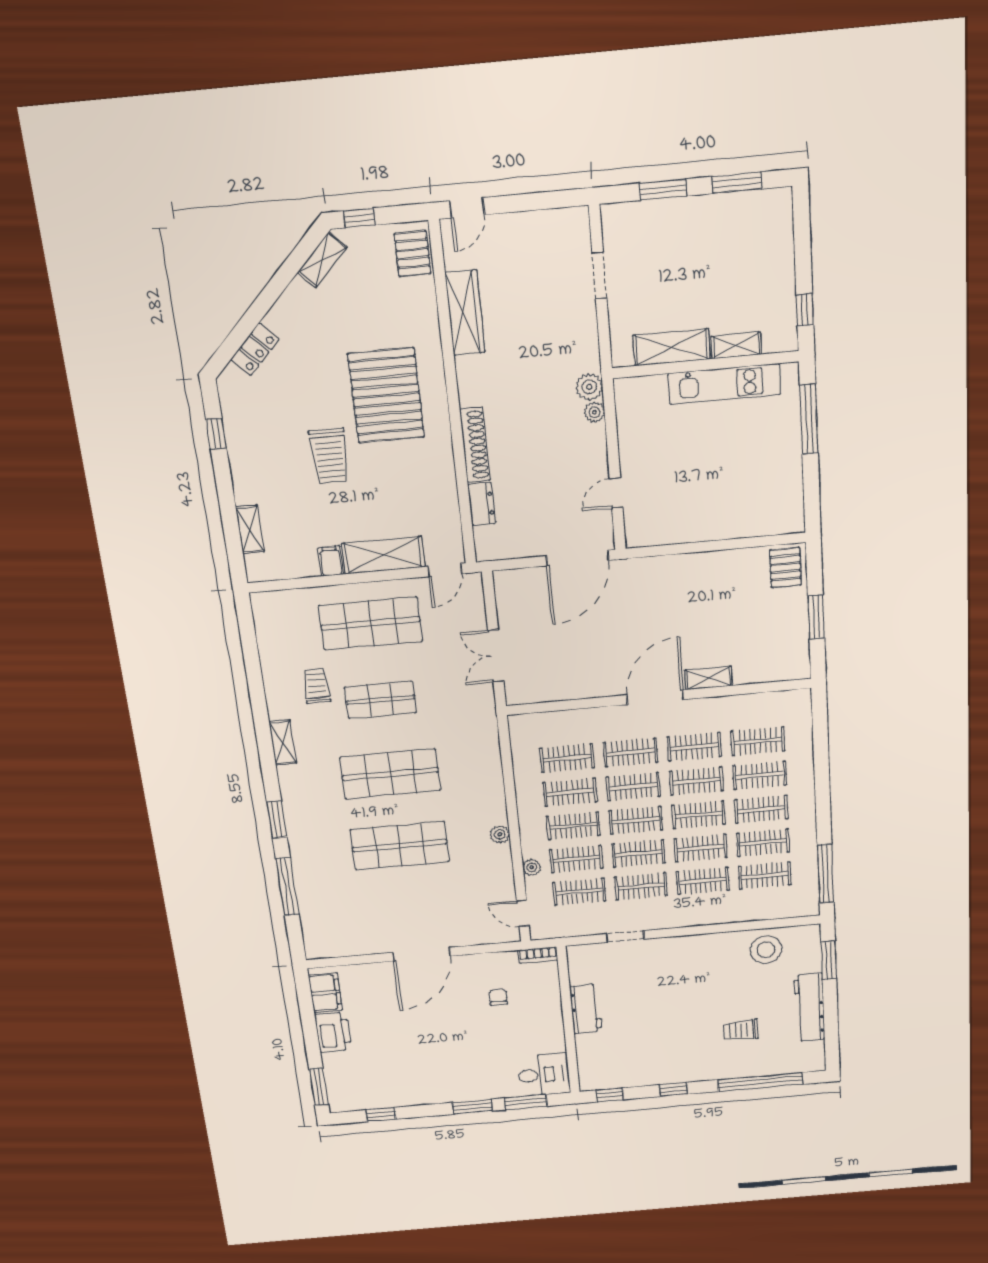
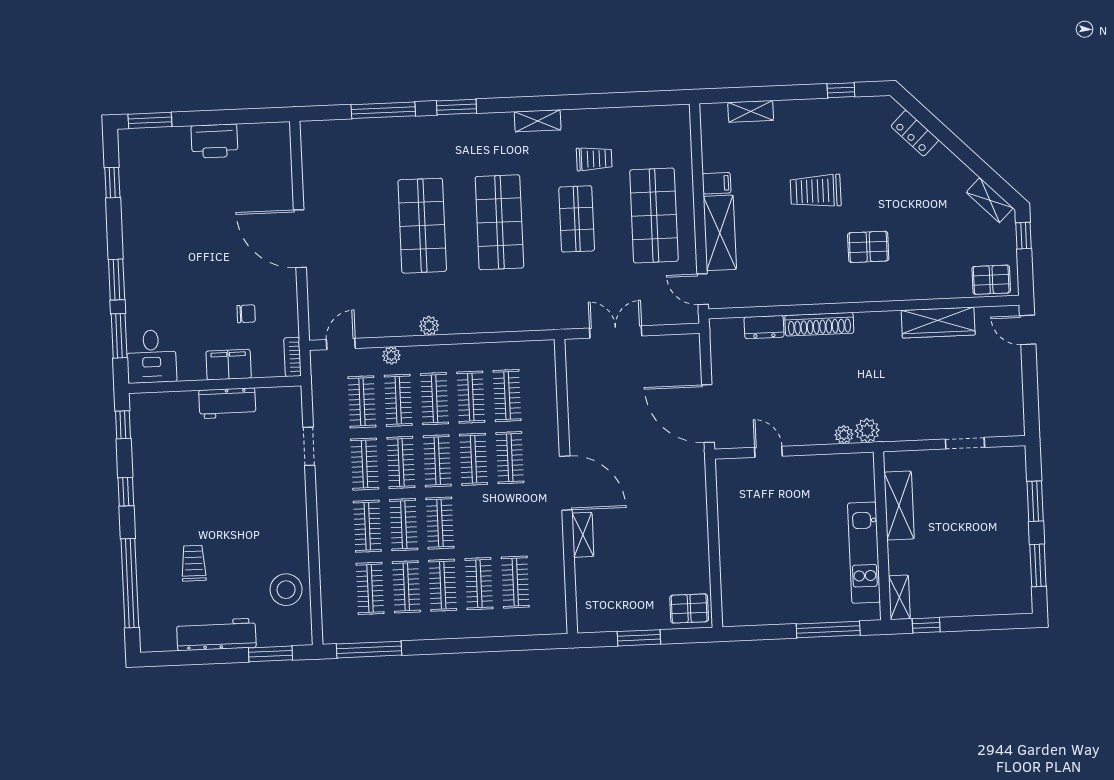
shelving: (736, 345) -> (899, 597), moved
pallet: (386, 395) -> (868, 247), width x0.49, depth x0.50
clothes rail: (694, 747) -> (513, 520), removed
clothes rail: (696, 781) -> (476, 521), removed
filing cabinet: (325, 993) -> (229, 365), moved, turned 180

